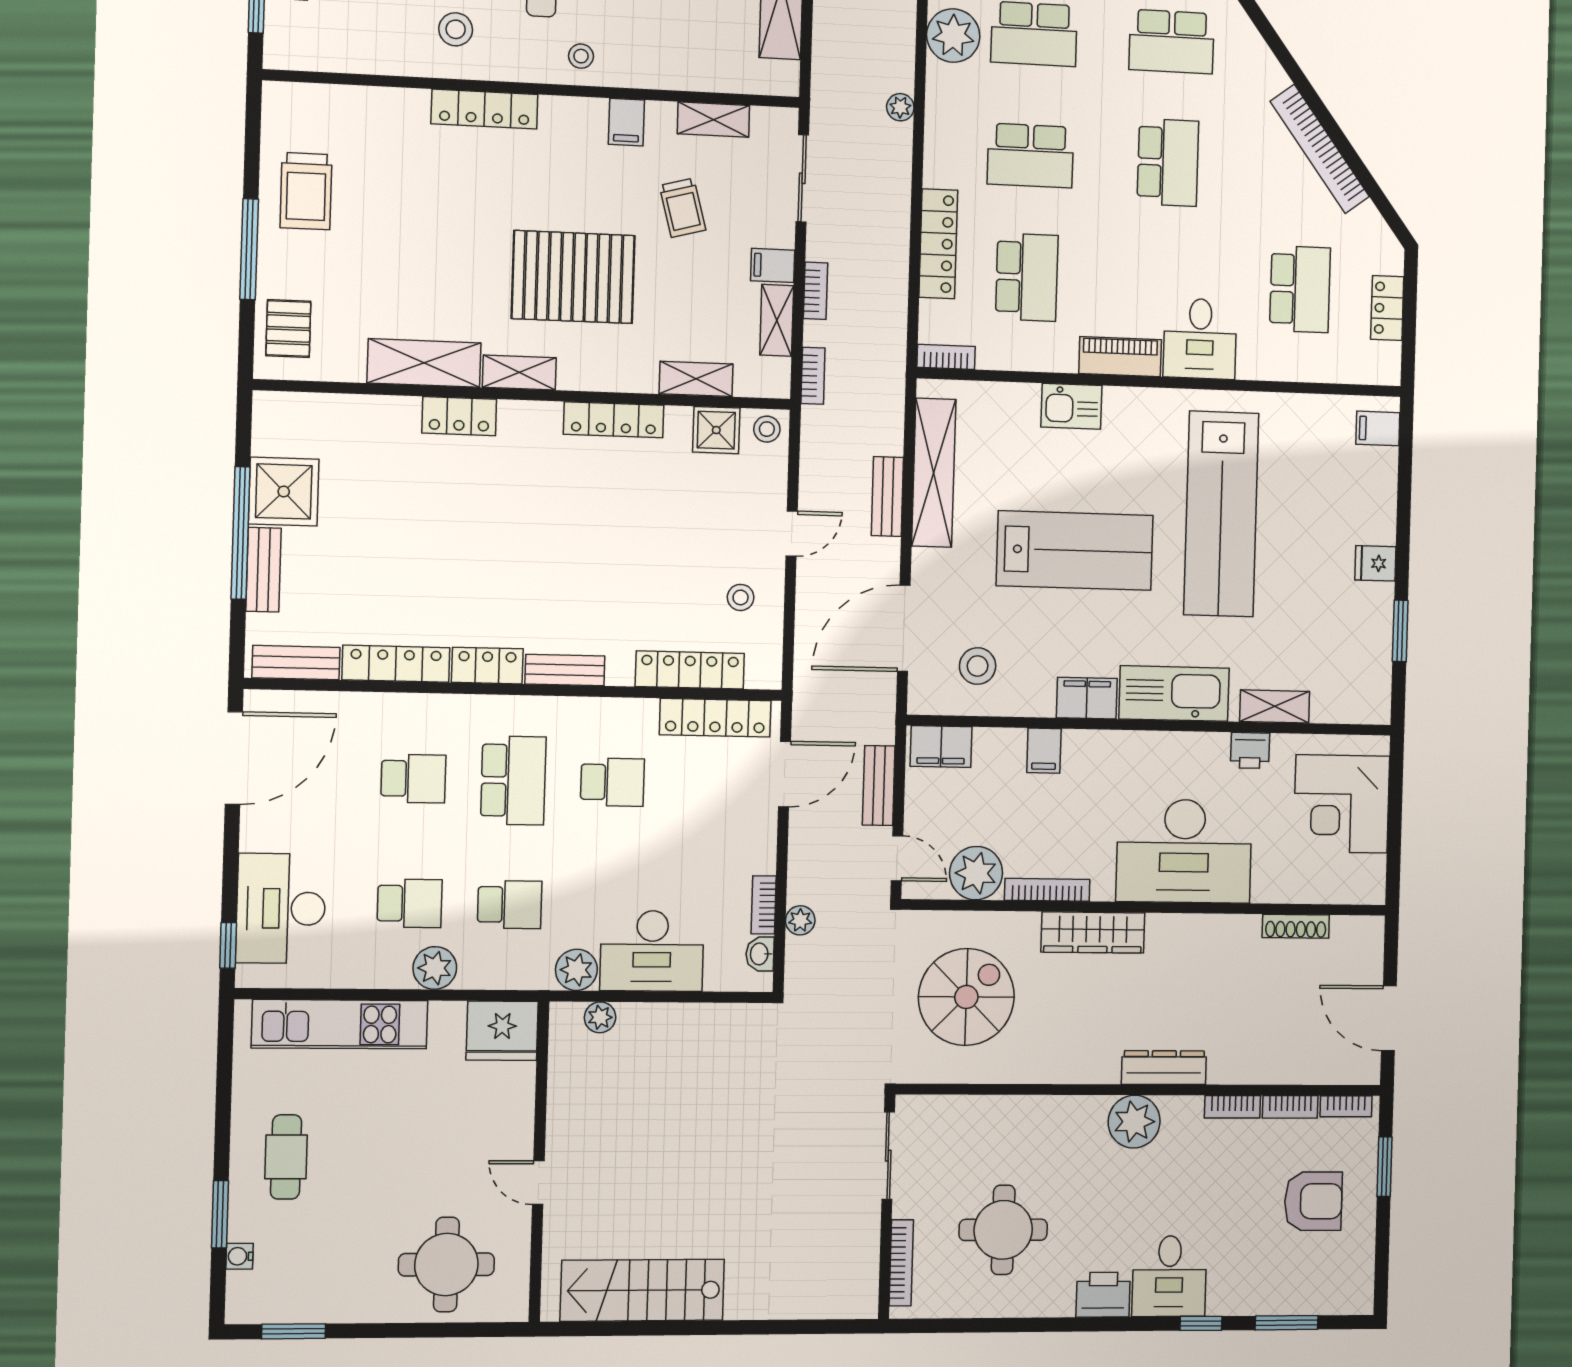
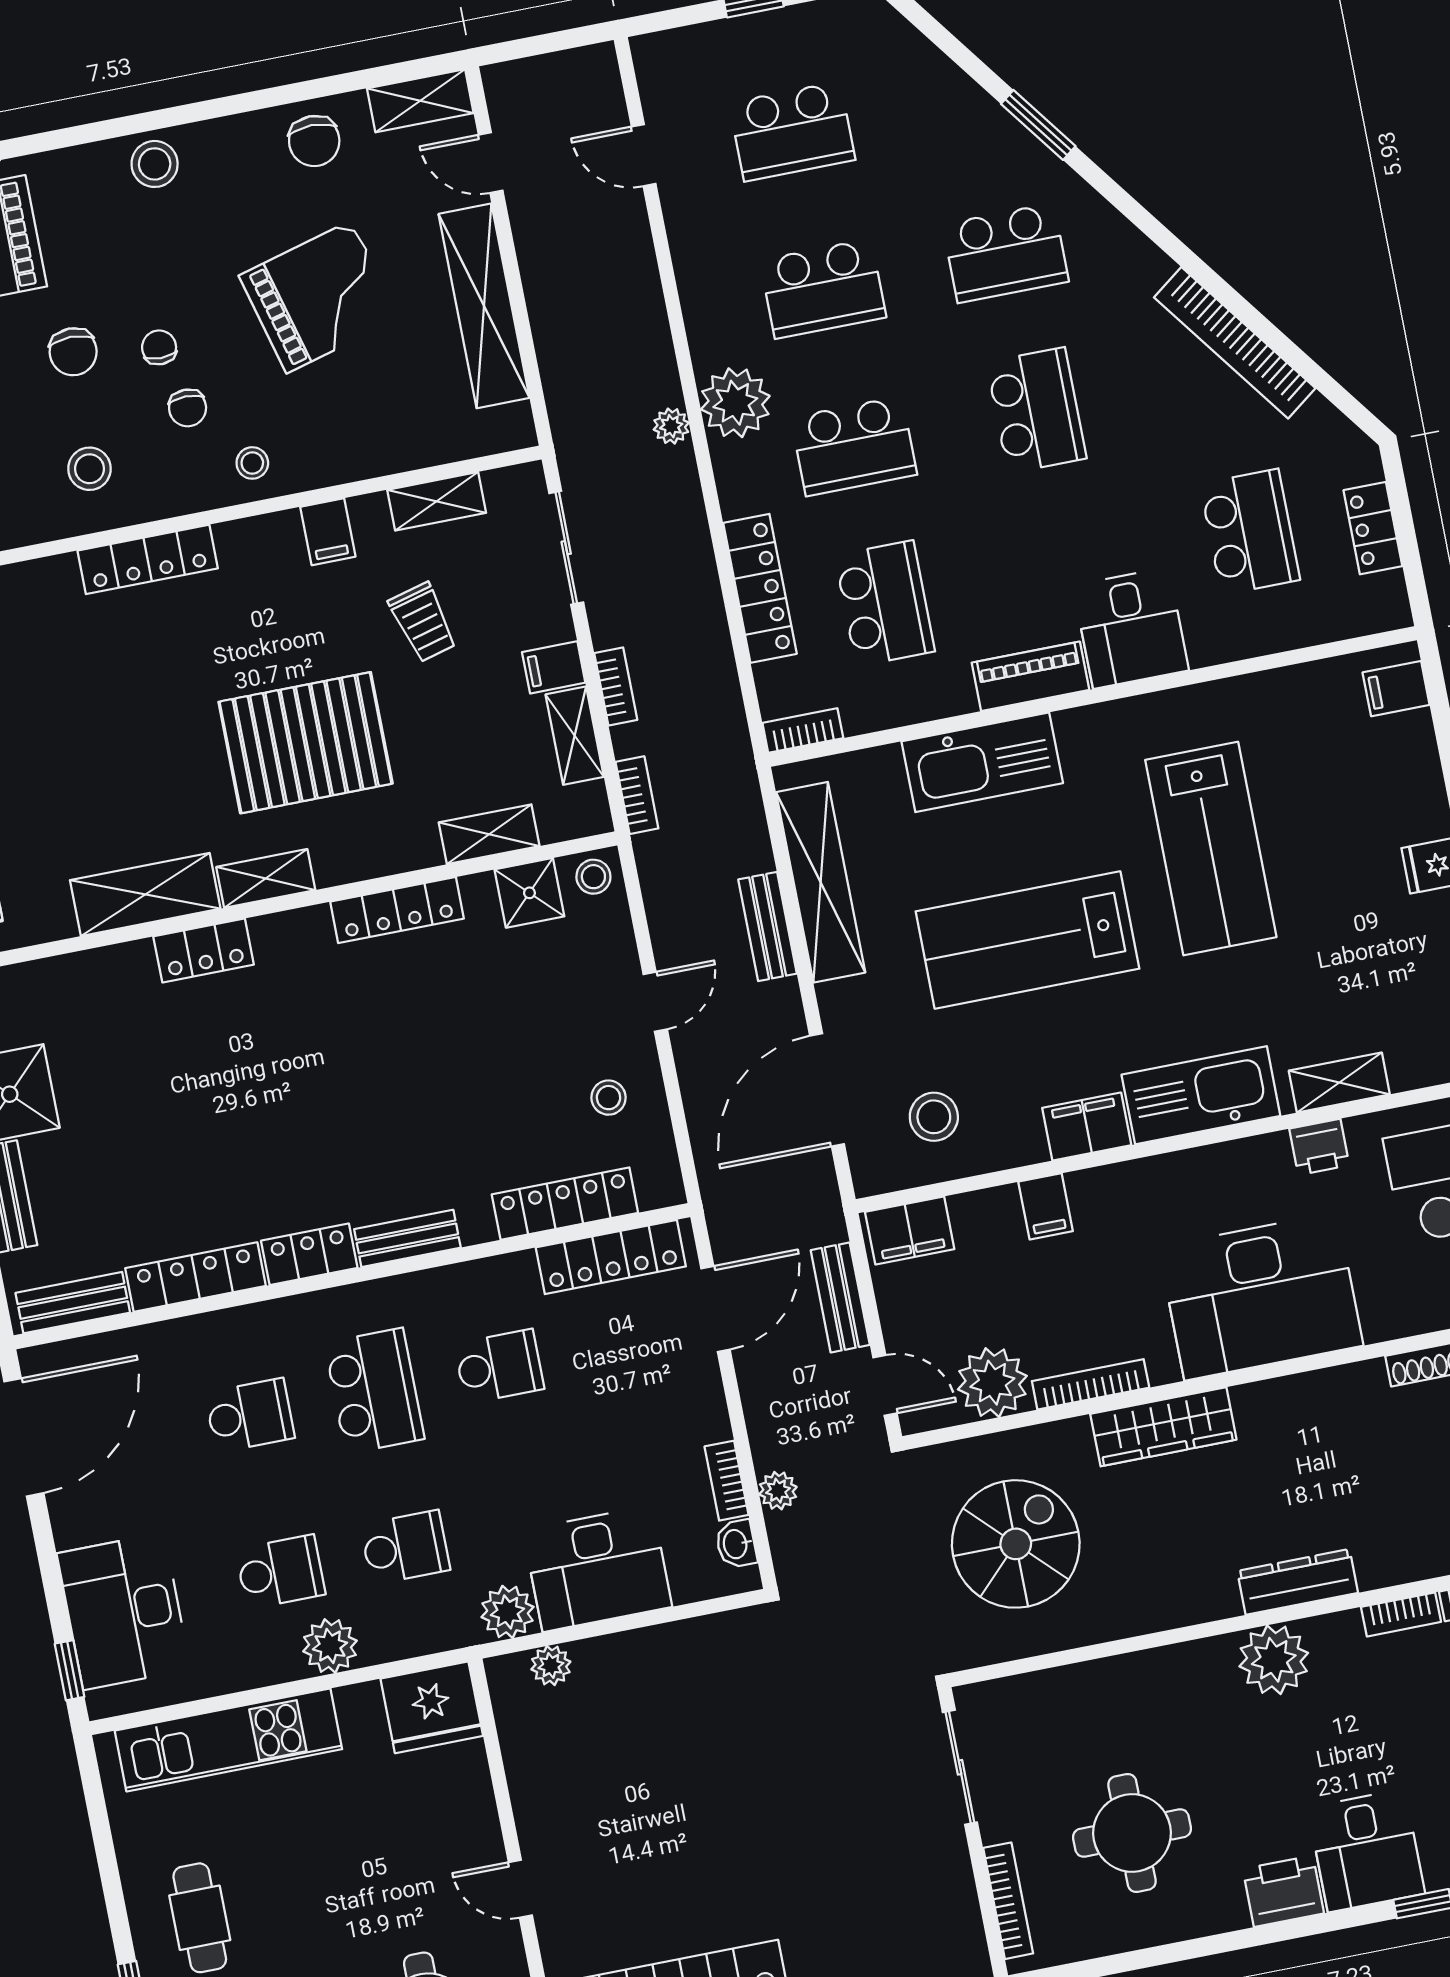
plant: (953, 36) -> (735, 403), moved
kitchen sink: (1071, 406) -> (982, 762), width x1.88, depth x1.24
lab bench: (1221, 514) -> (1211, 849), width x0.73
lab bench: (1075, 551) -> (1027, 940), turned 180

